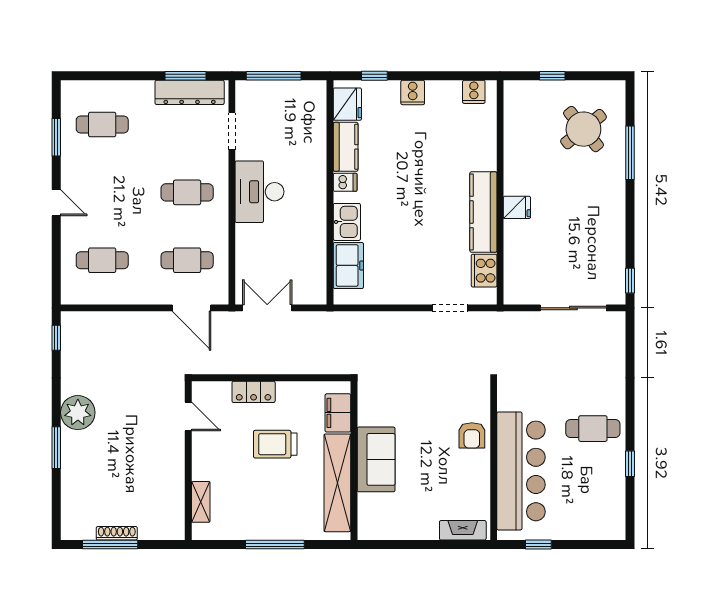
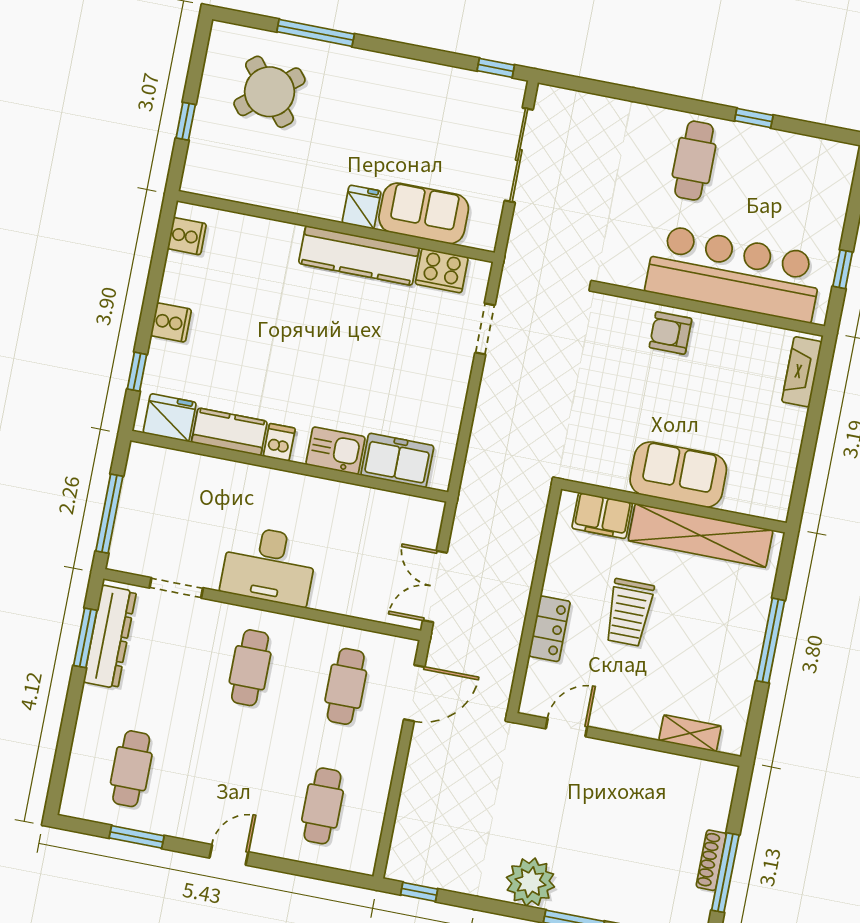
sofa: (521, 251) -> (424, 213), added
armchair: (472, 435) -> (670, 333), turned 180

